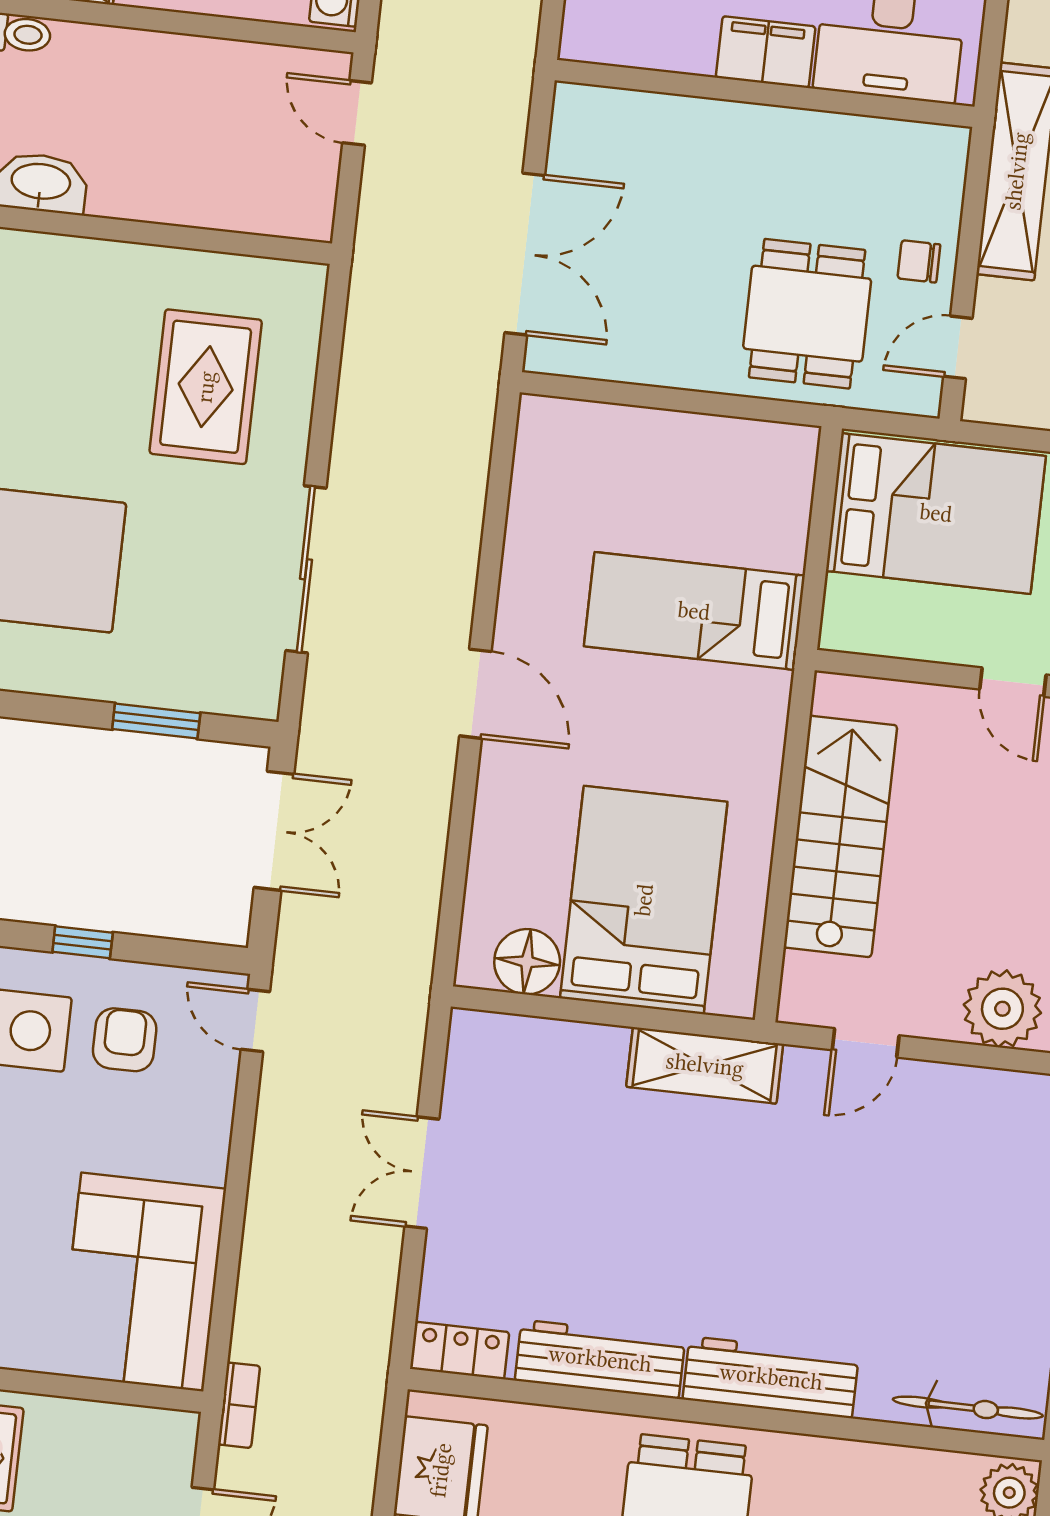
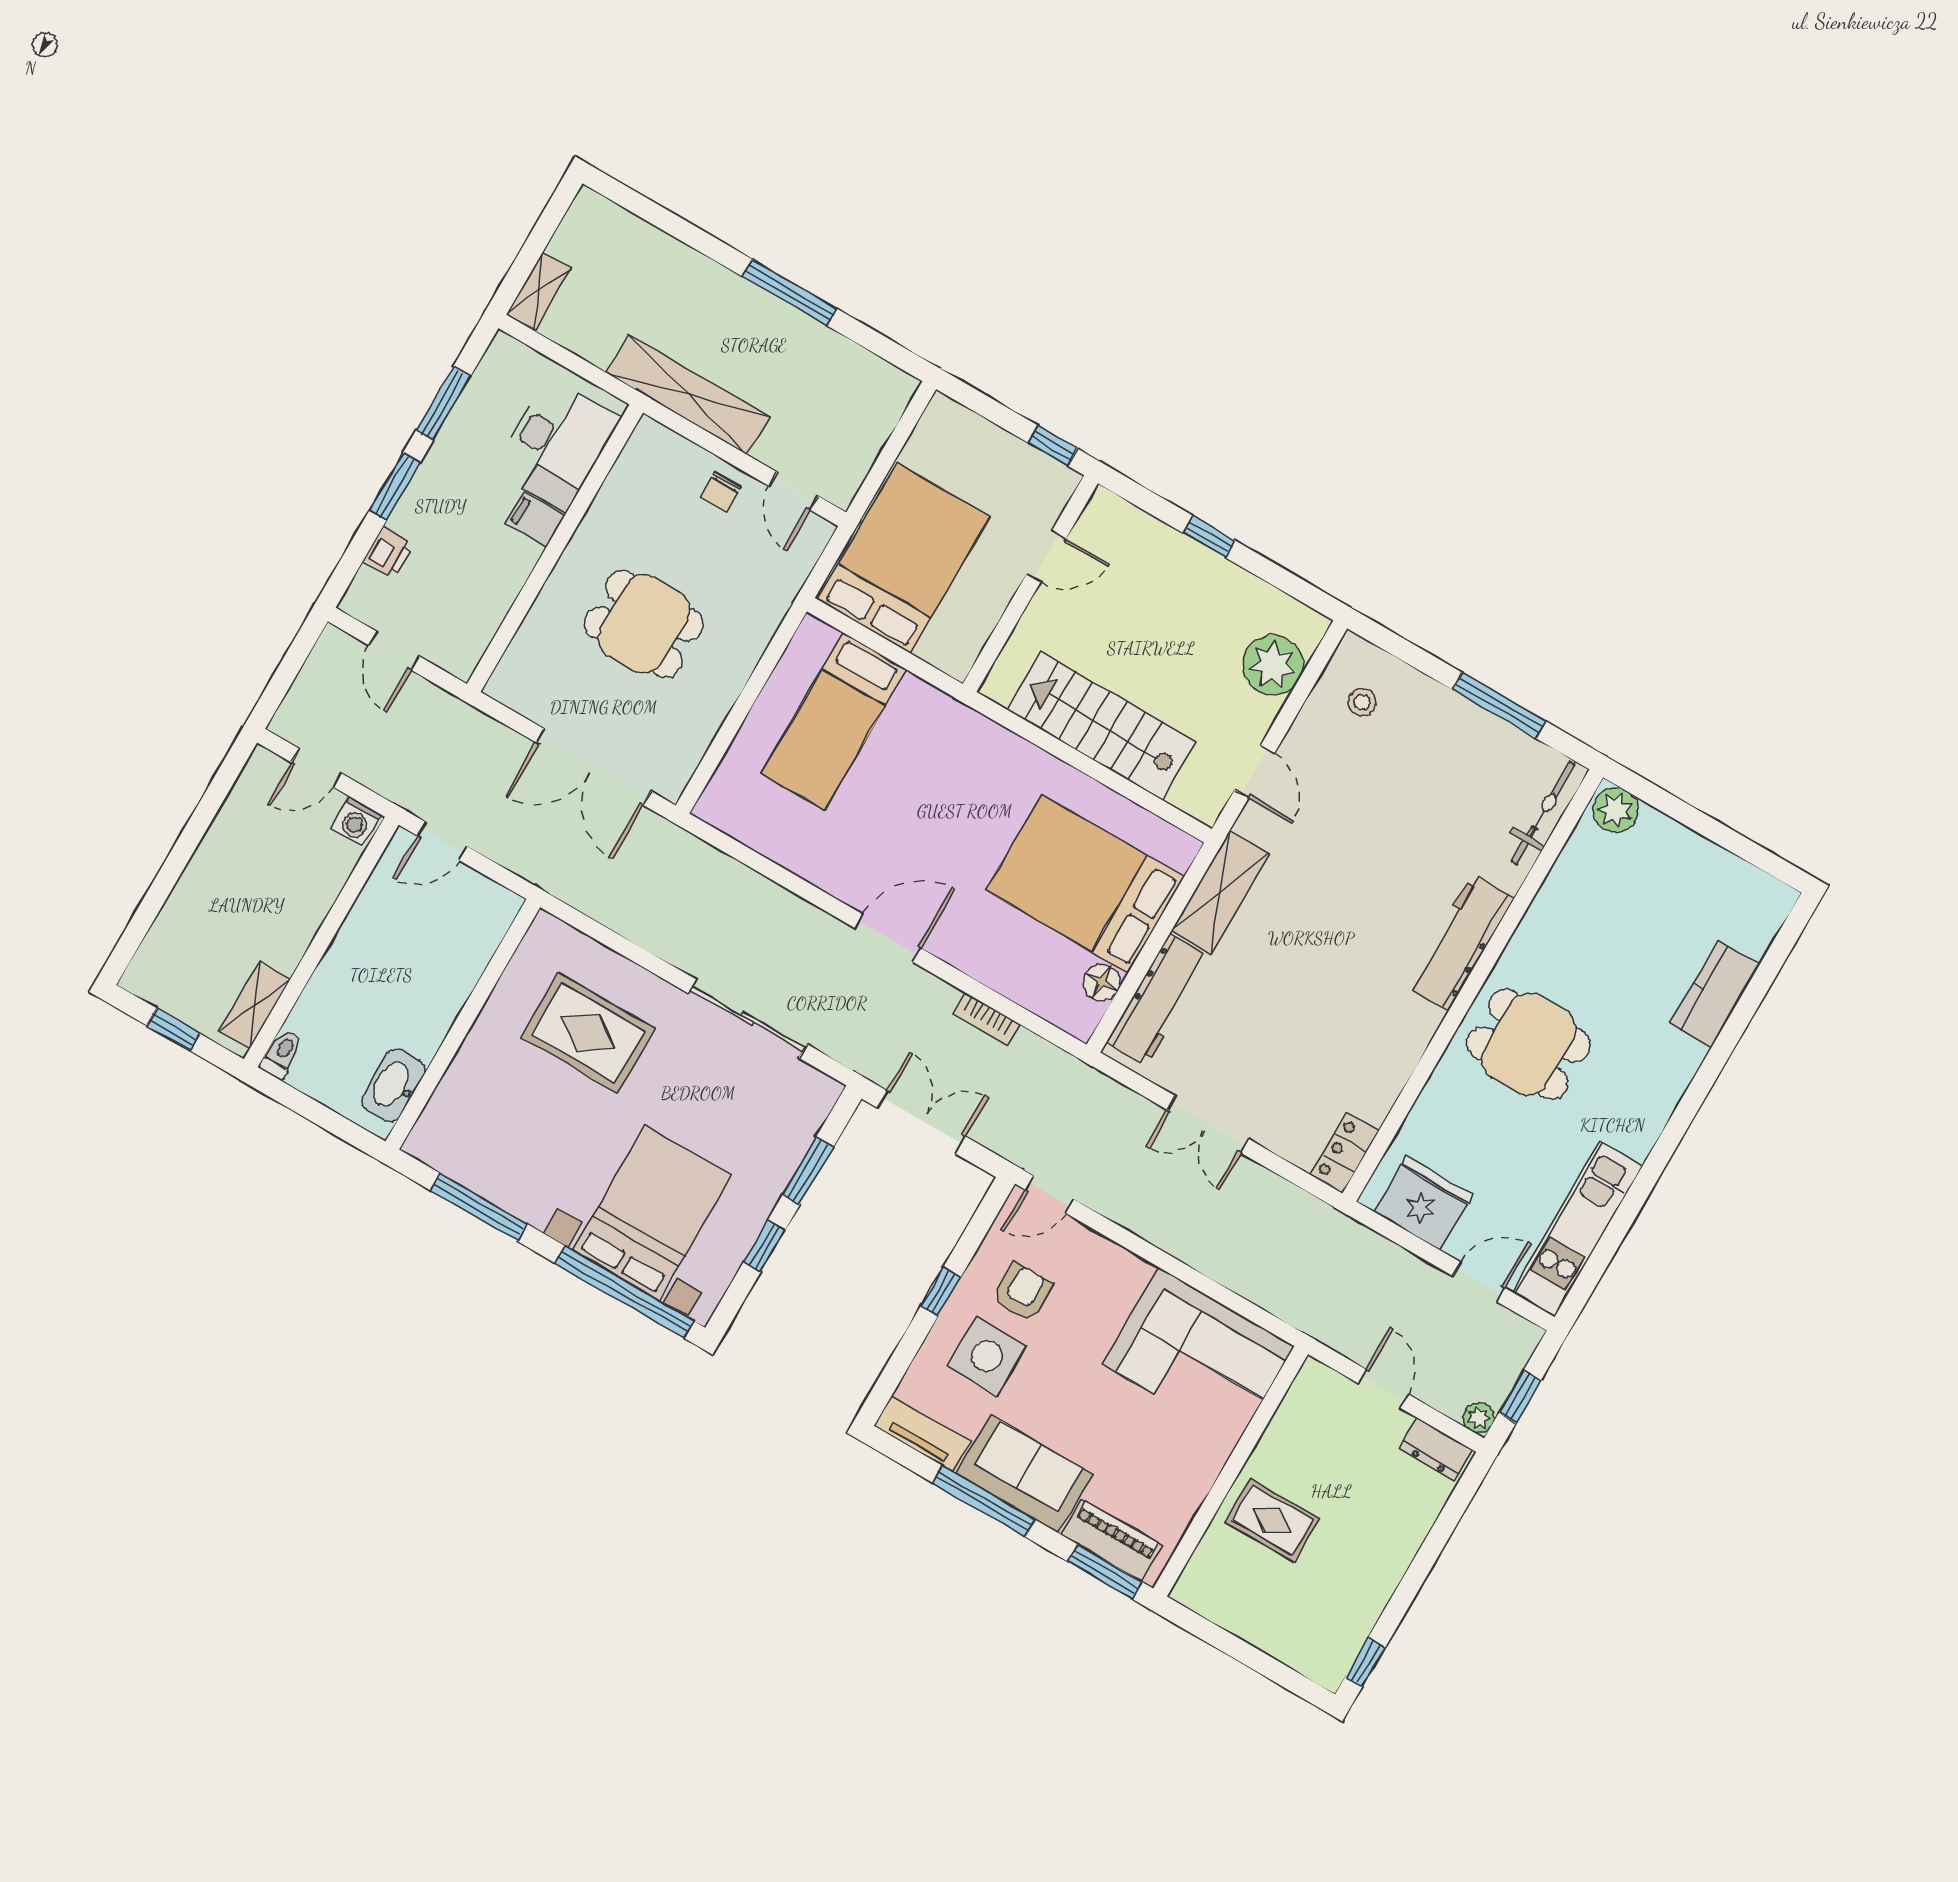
filing cabinet: (766, 52) -> (535, 519), width x0.50
double door: (525, 254) -> (594, 767), swing flipped
dining table: (807, 314) -> (644, 624), moved
bed: (694, 611) -> (834, 721), moved
window: (44, 709) -> (764, 1246), added
floor lamp: (527, 962) -> (1102, 982), width x0.73, depth x0.73
armchair: (125, 1040) -> (1022, 1292), turned 90
stool: (1005, 1134) -> (1362, 702), added
workbench: (600, 1359) -> (1158, 1000), moved, turned 180
bookcase: (239, 1405) -> (986, 1019), moved, turned 180

